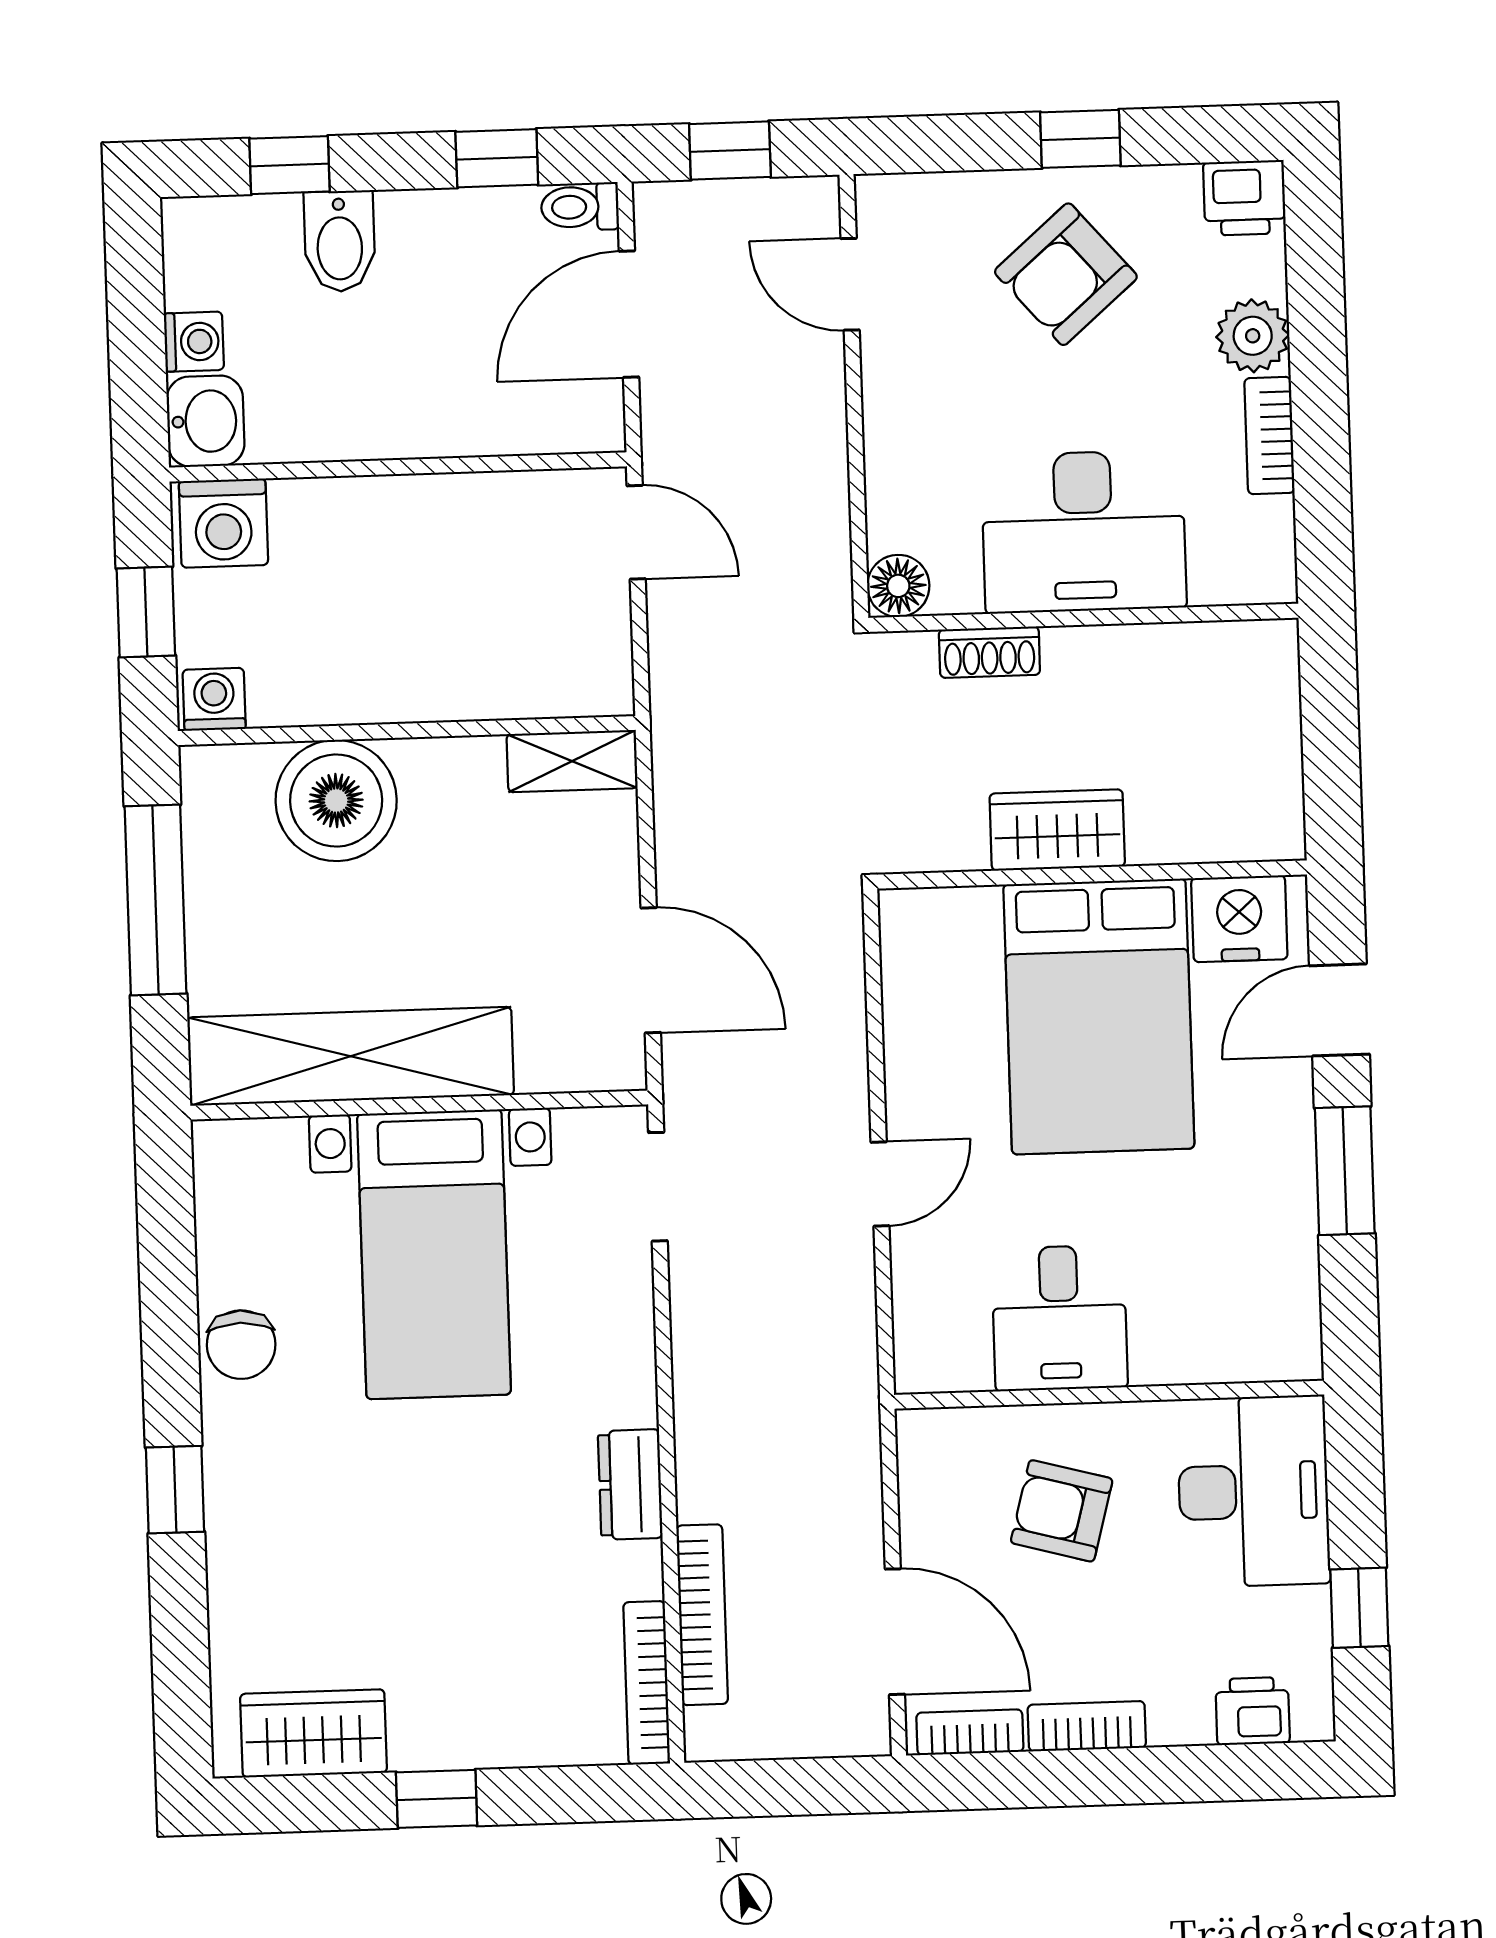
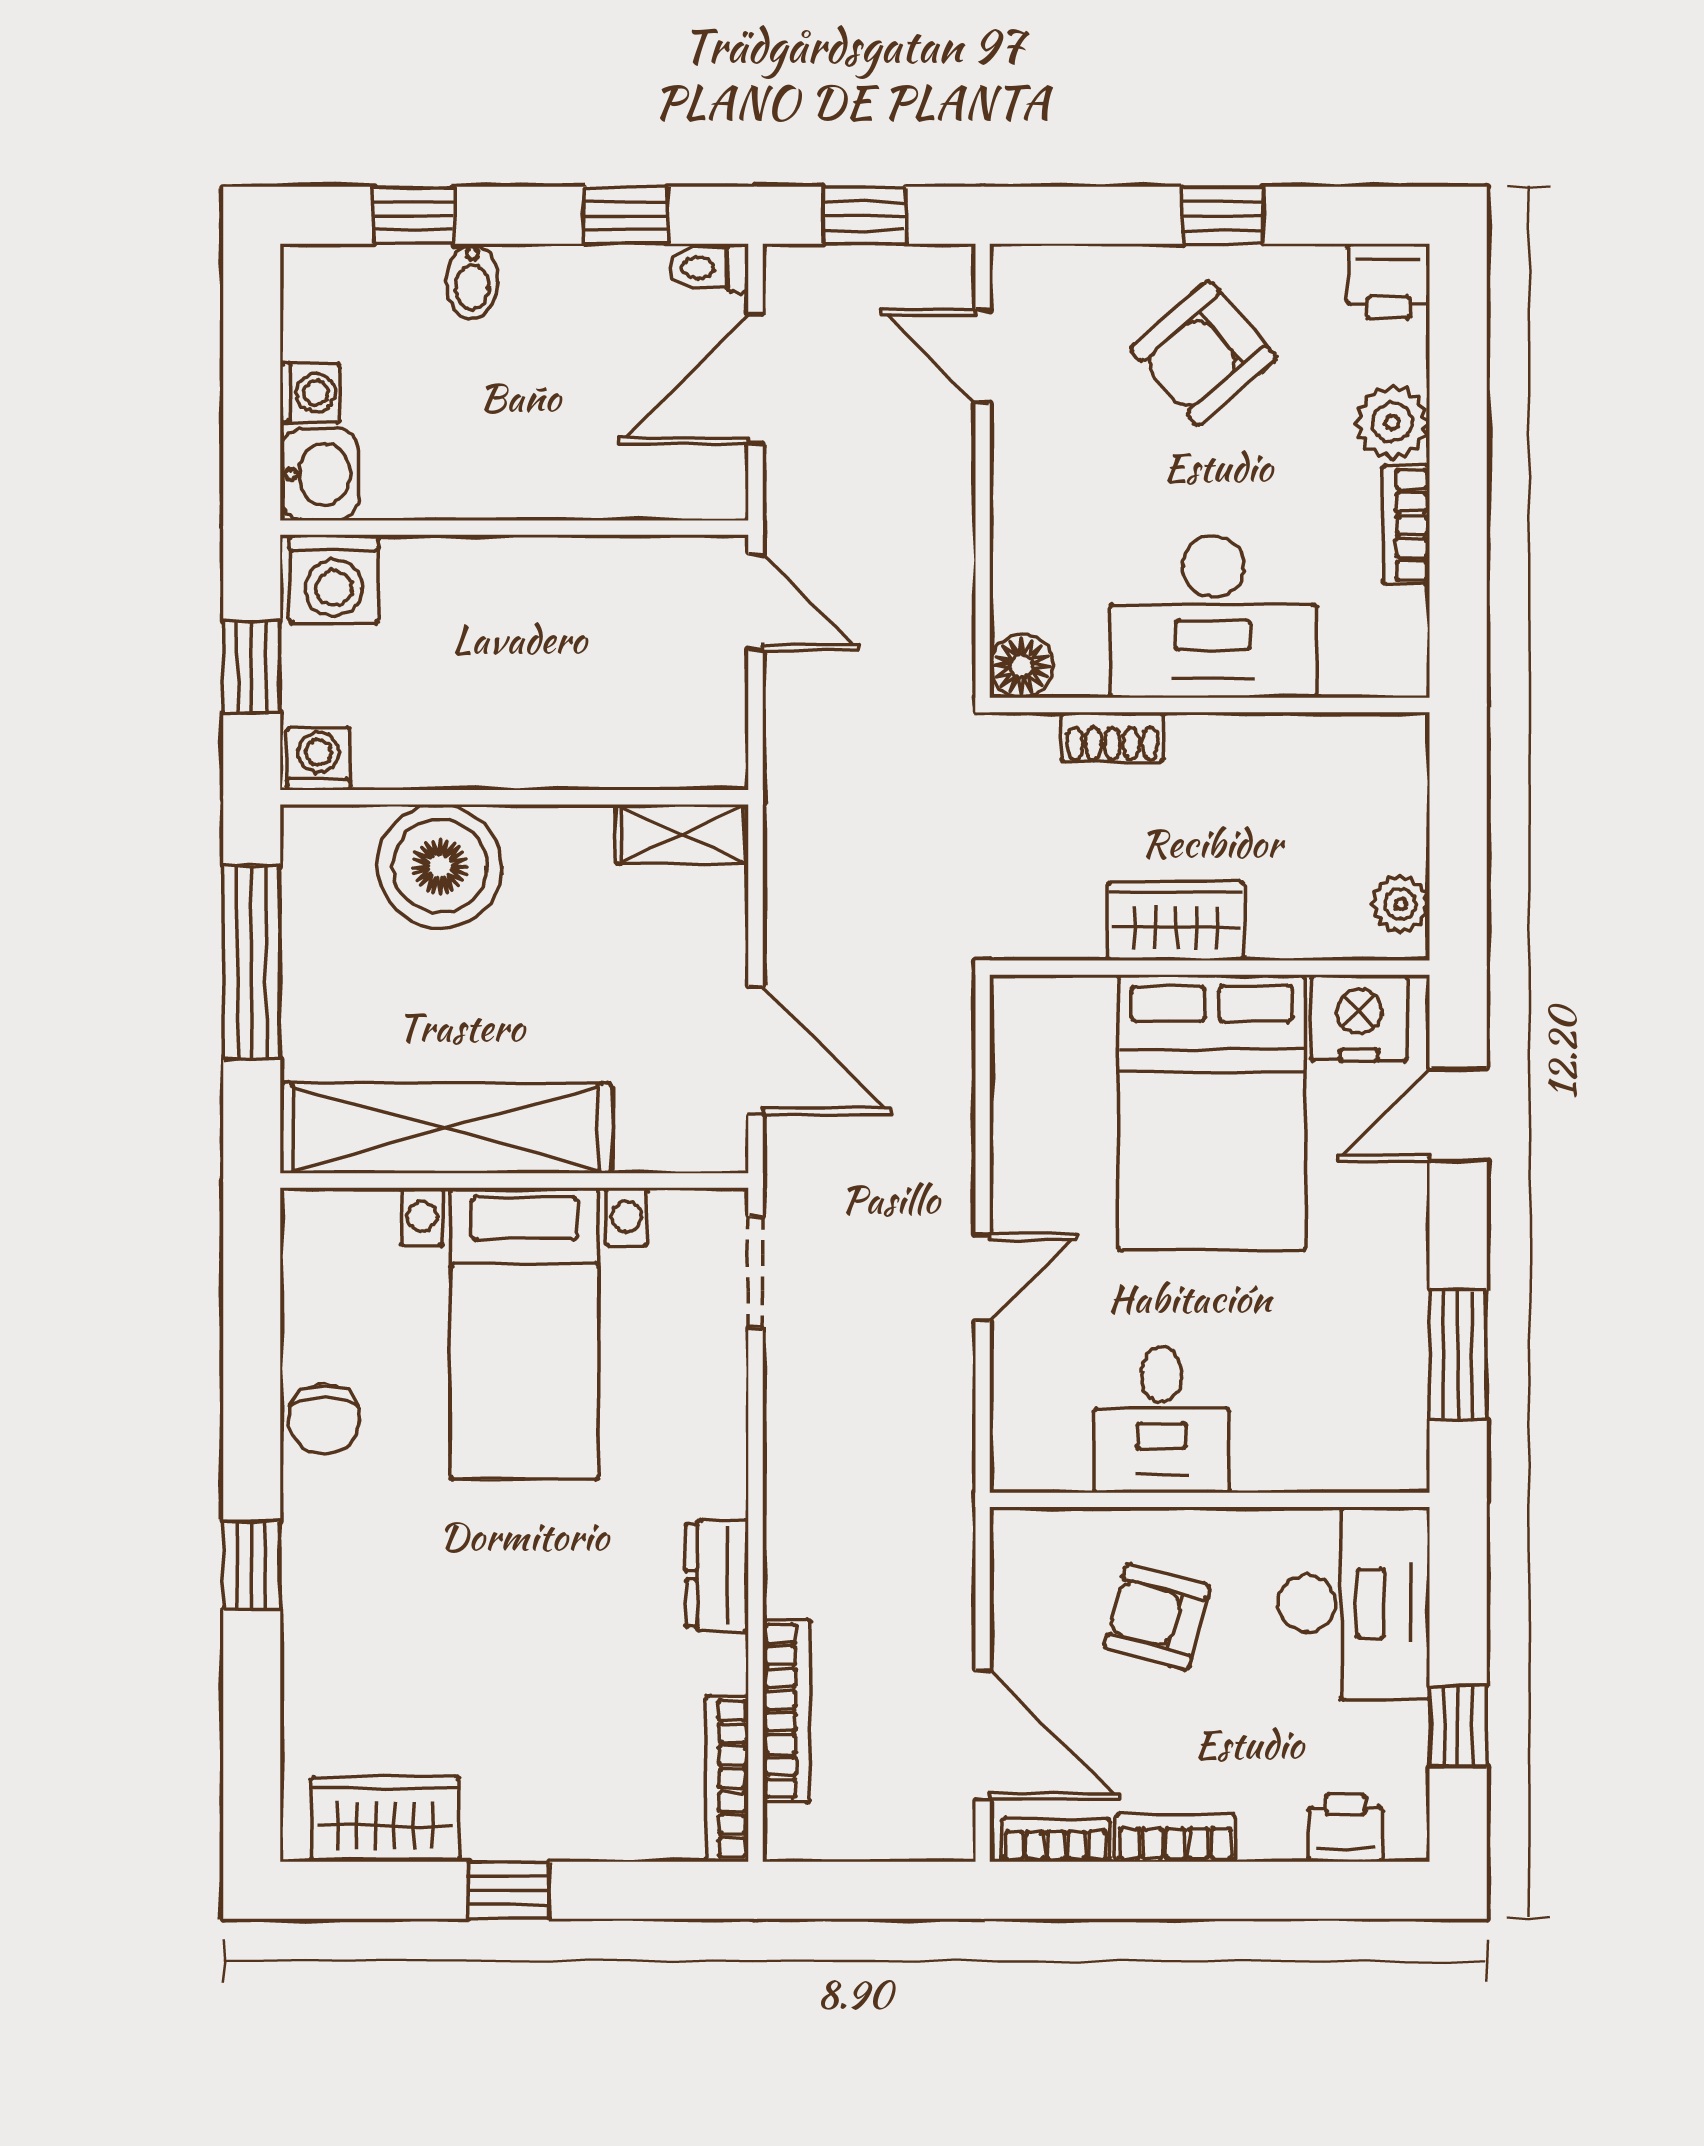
bidet: (340, 241) -> (472, 281), width x0.72, depth x0.74
plant: (1276, 806) -> (1401, 904), added
window: (1345, 1171) -> (1458, 1354), moved

